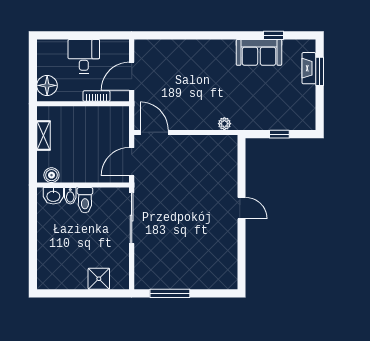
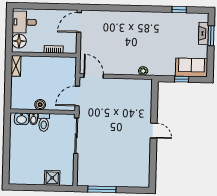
sofa: (259, 52) -> (191, 67), moved, turned 180
desk: (84, 56) -> (24, 22), moved, turned -90
door: (132, 76) -> (79, 22), moved
shelving: (44, 136) -> (16, 66), moved
boiler: (51, 175) -> (40, 105), moved

